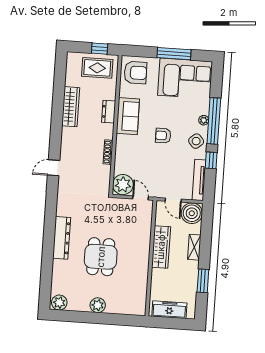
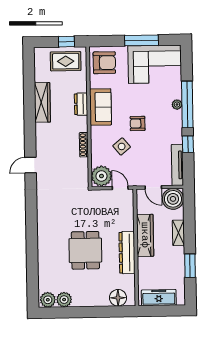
side table: (196, 141) -> (122, 146), moved
dresser: (62, 238) -> (127, 253), moved, turned 180
plant: (98, 305) -> (64, 300), moved
floor lamp: (129, 307) -> (118, 298), added

